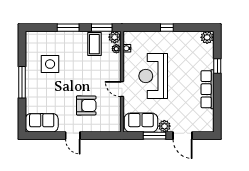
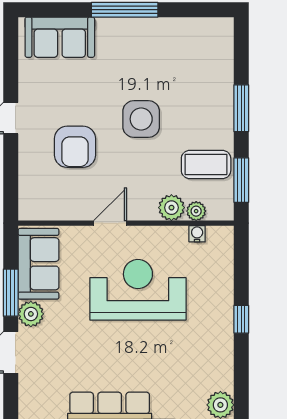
plant: (115, 37) -> (171, 208), moved
side table: (50, 64) -> (141, 119), moved
sofa: (42, 123) -> (60, 37), moved, turned 90

